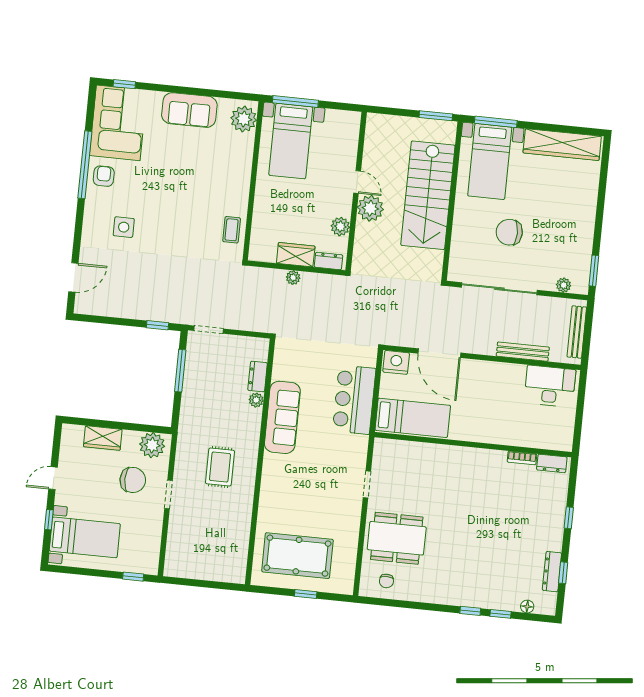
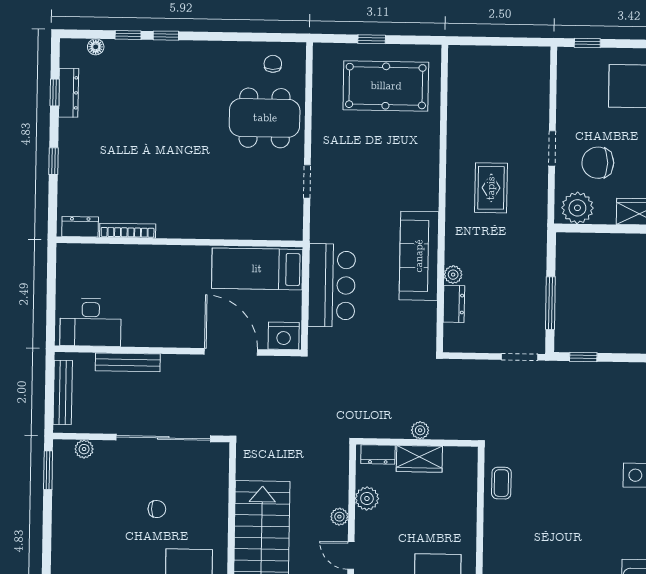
plant: (370, 208) -> (339, 517), width x0.53, depth x0.53
chair: (509, 232) -> (157, 509), width x0.54, depth x0.54
bookcase: (522, 458) -> (128, 231), width x1.56

